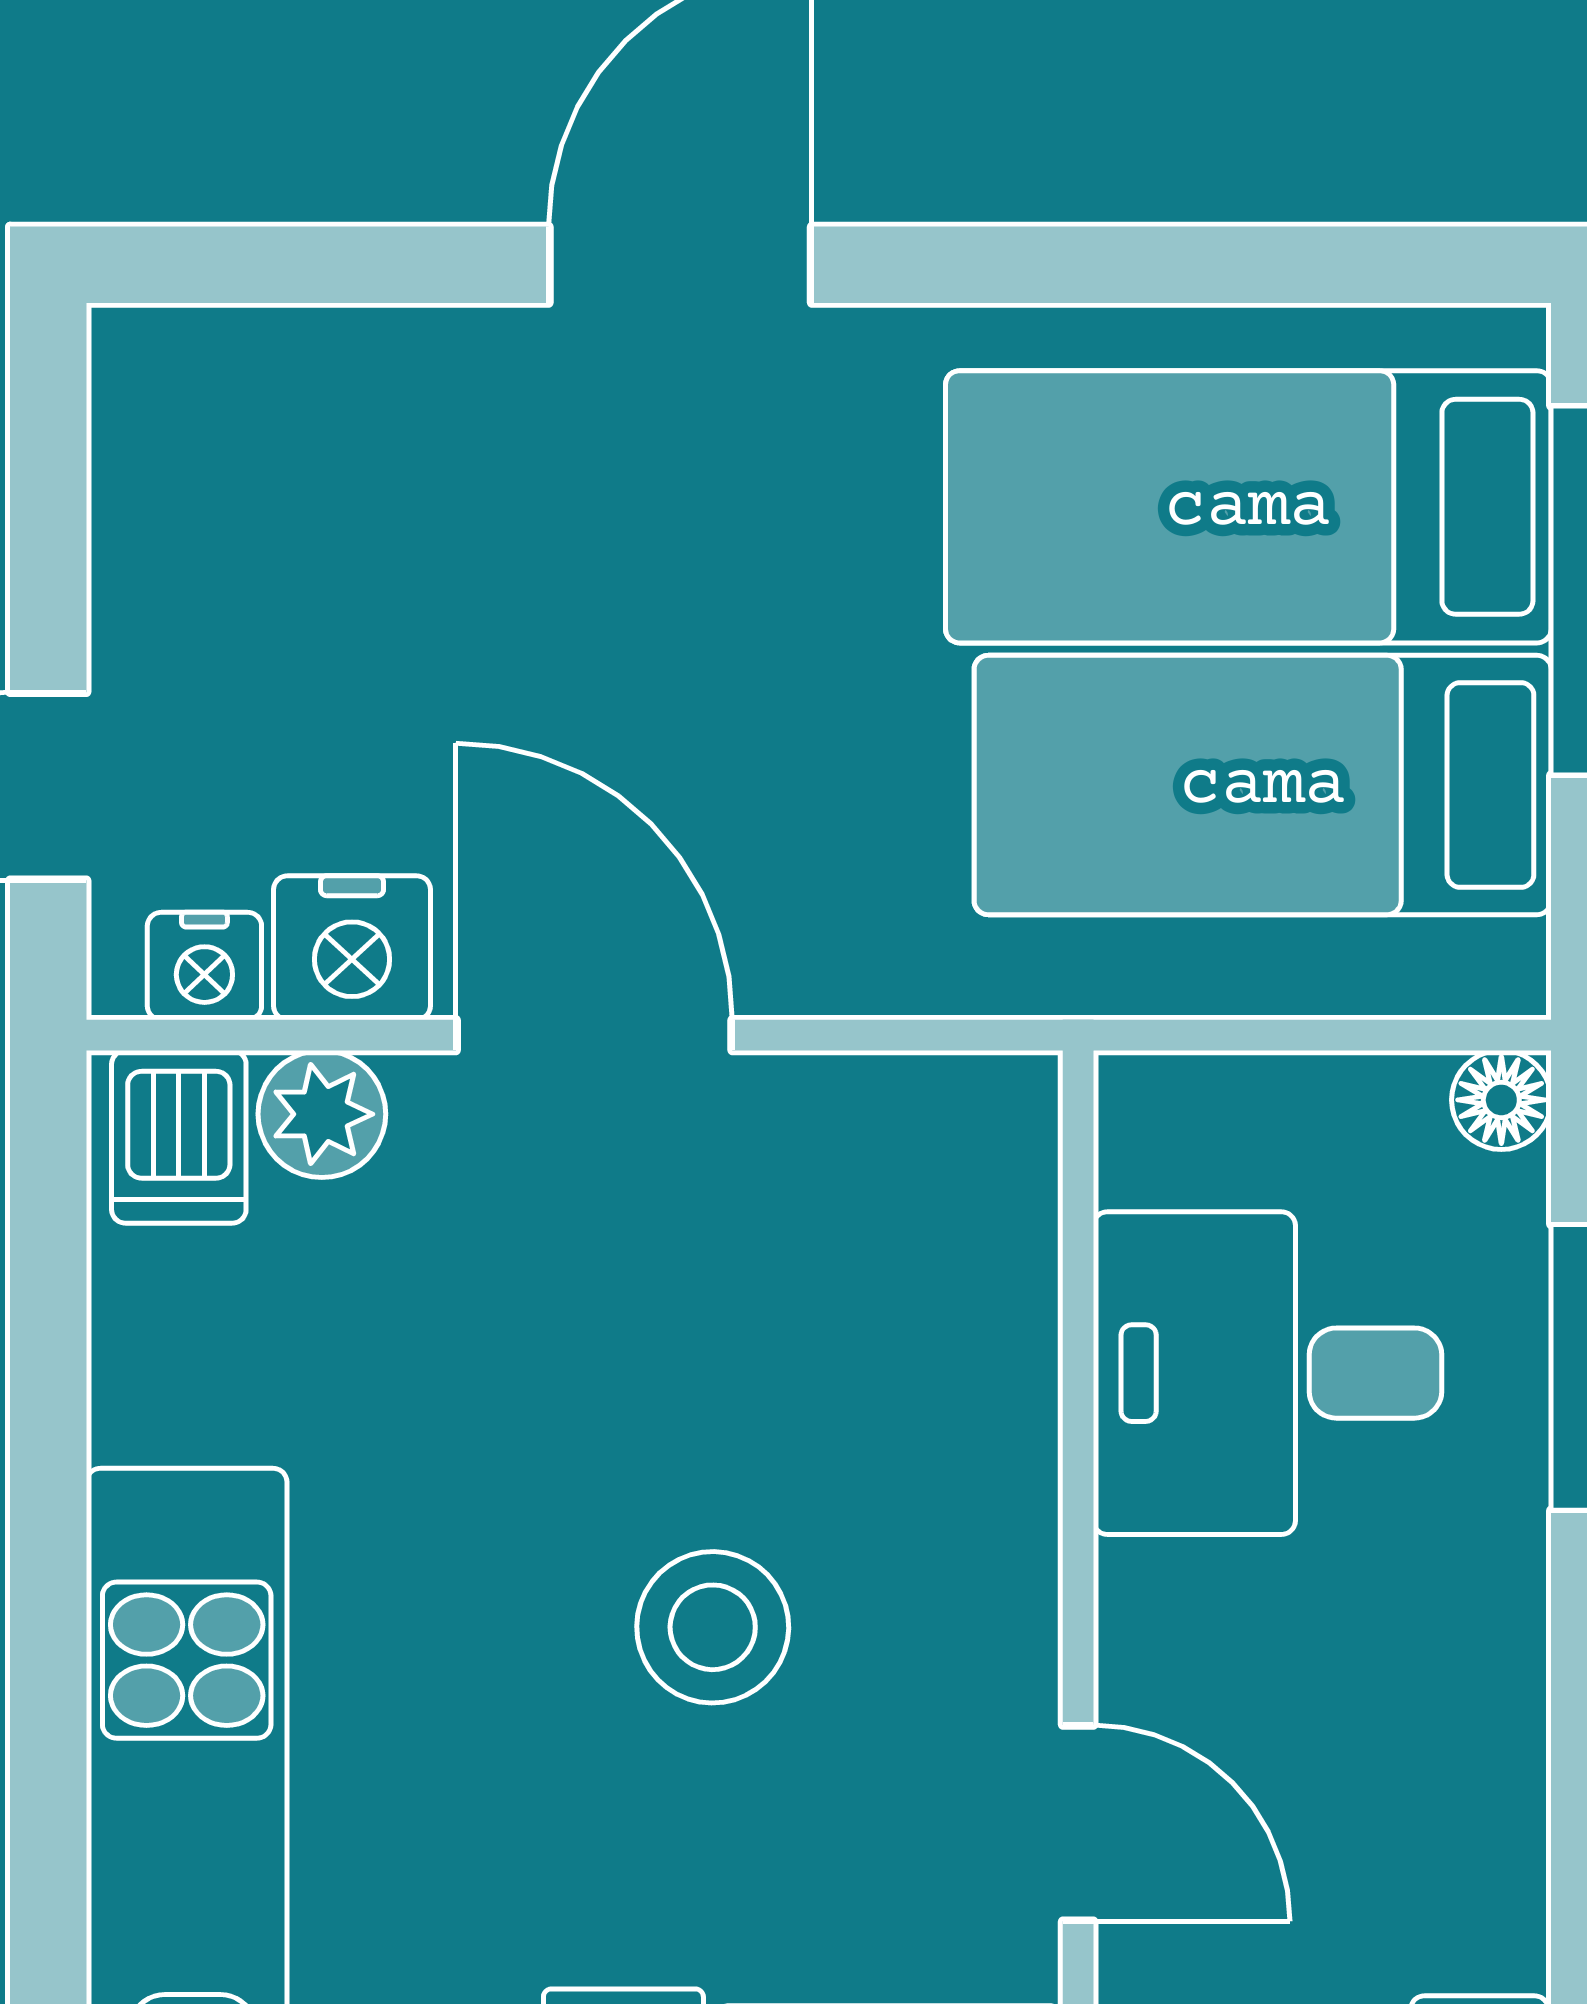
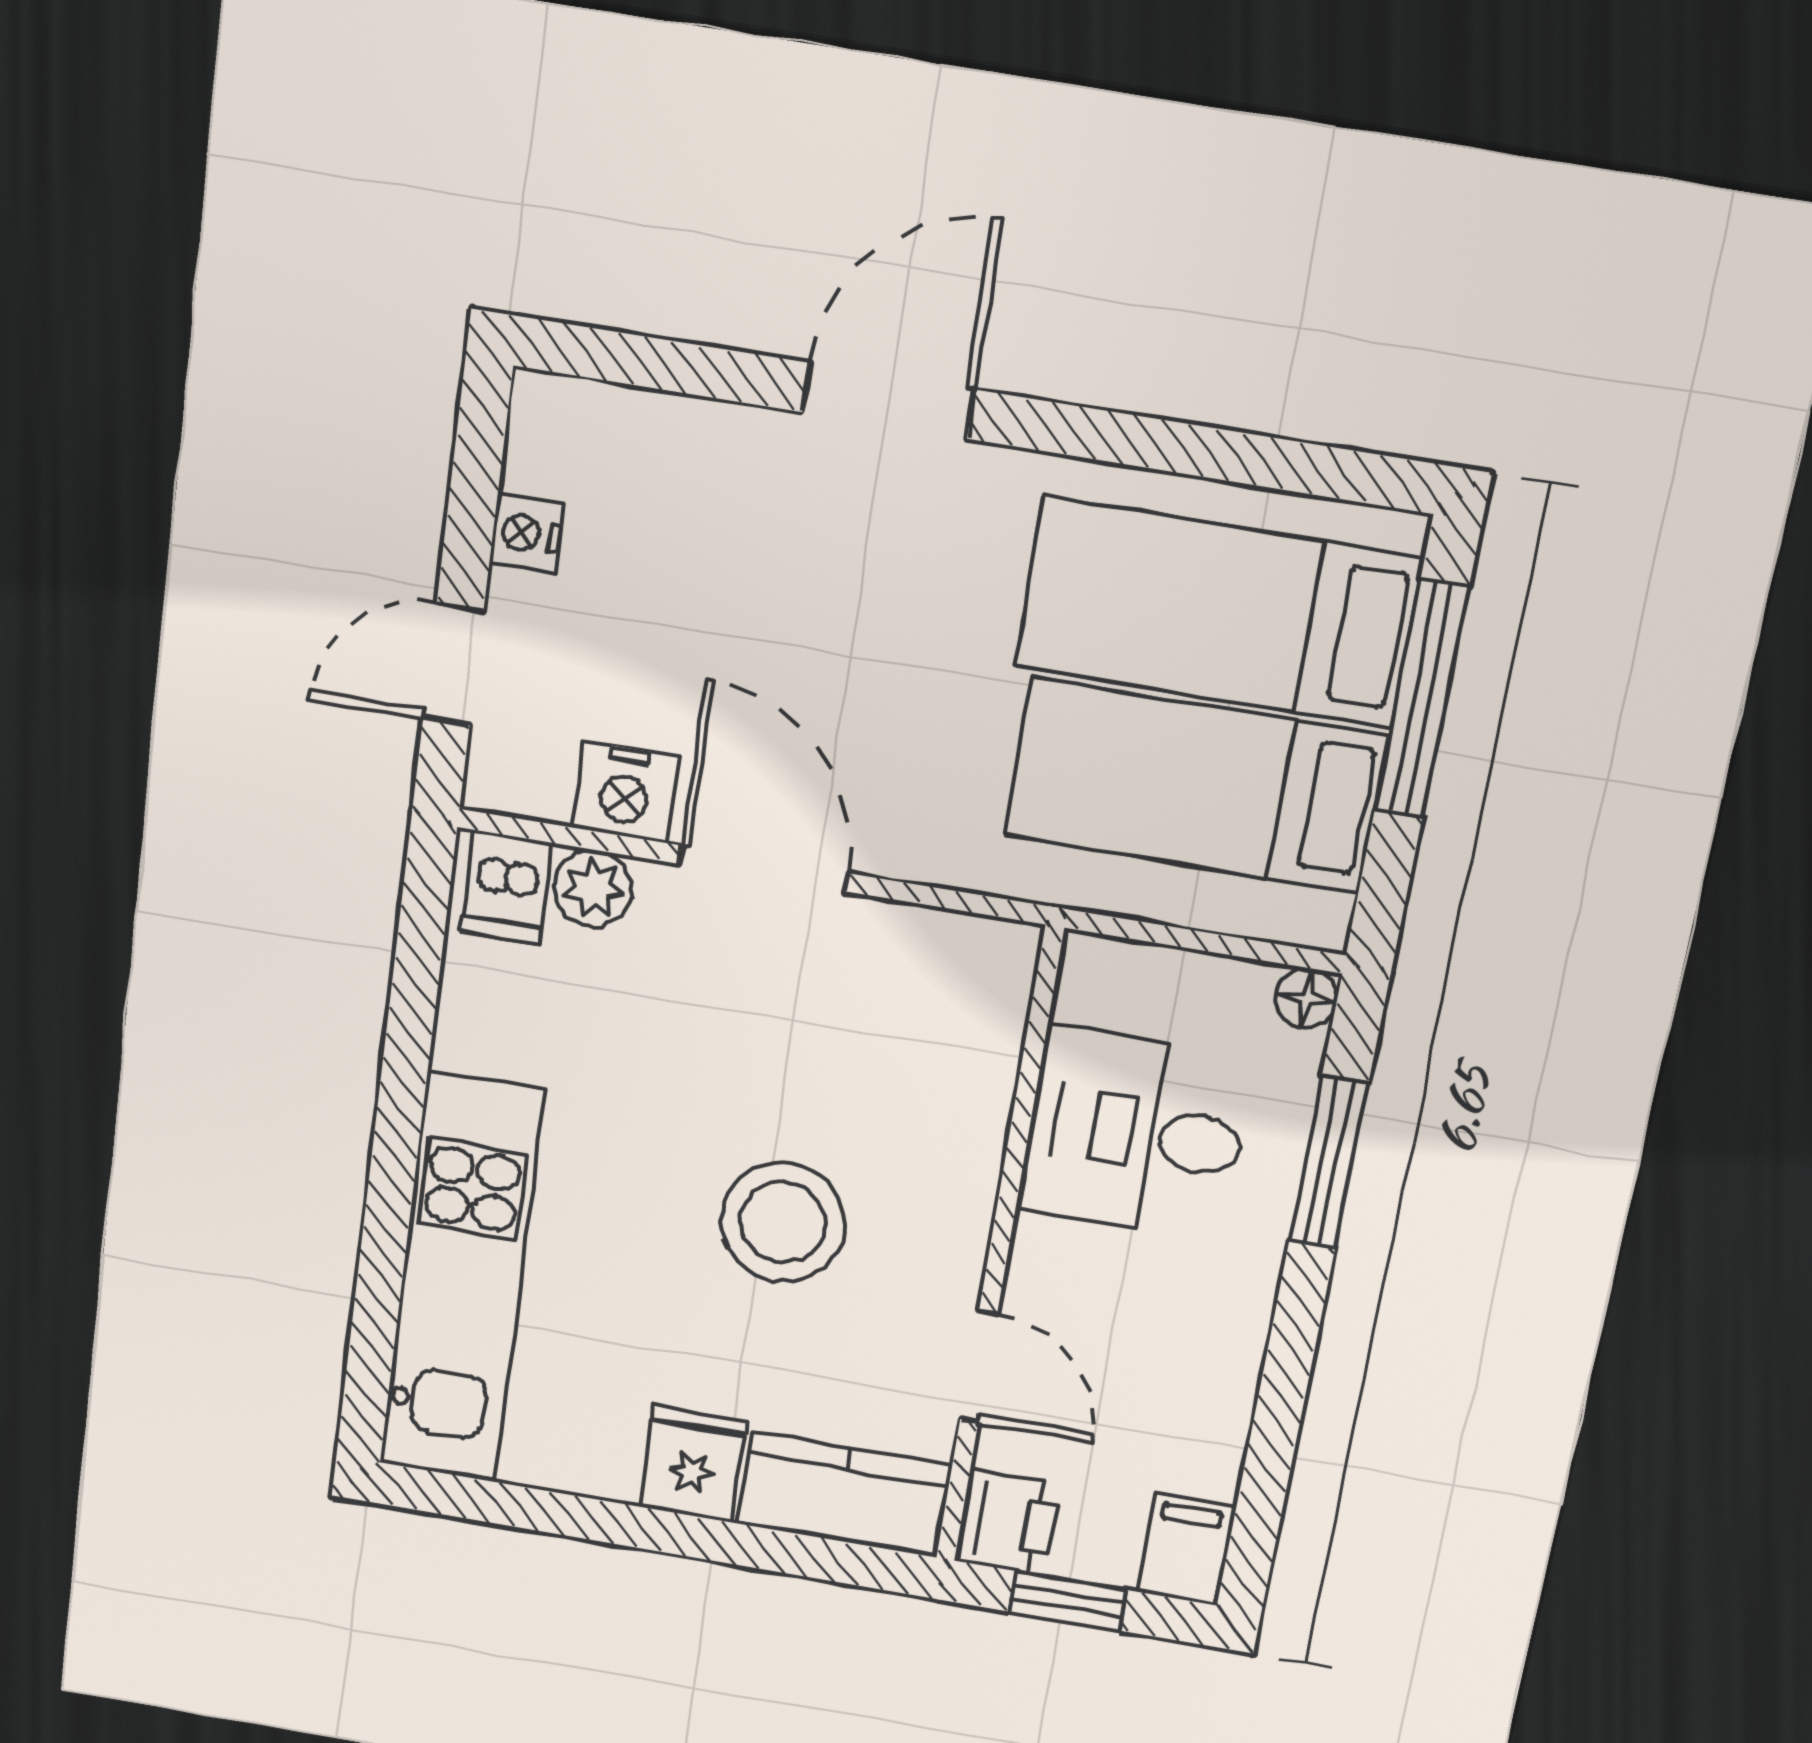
nightstand: (204, 966) -> (527, 533), moved, turned 90
stool: (713, 1627) -> (783, 1222), width x1.38, depth x1.38

